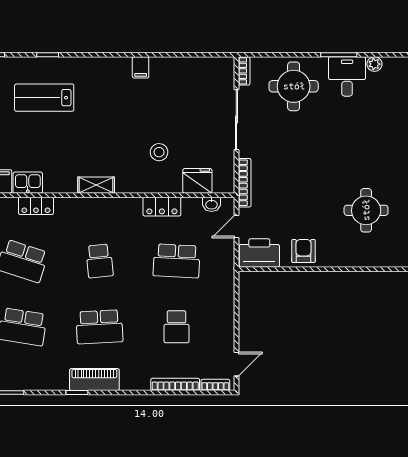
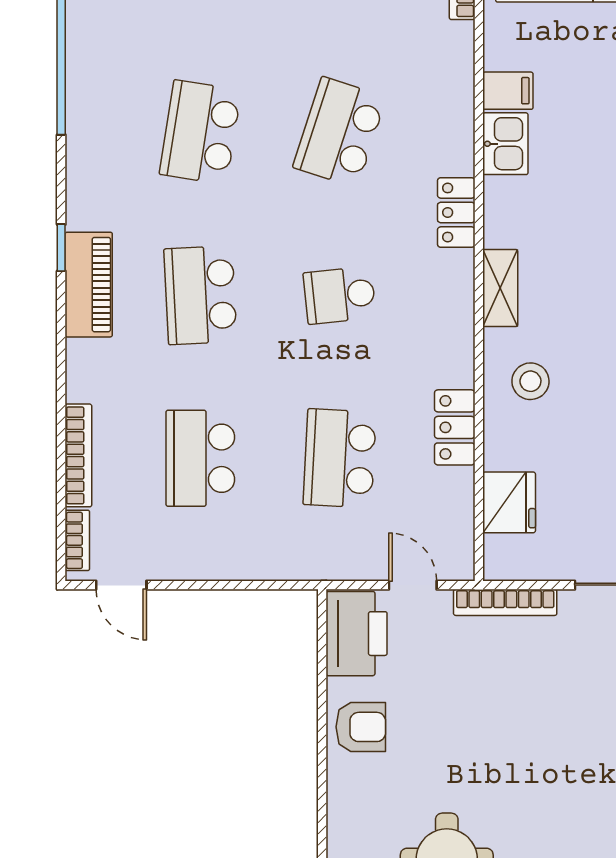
stool: (159, 152) -> (530, 381), moved
washbasin: (212, 204) -> (460, 532), removed
locker: (36, 206) -> (456, 212), moved
school desk: (177, 327) -> (200, 458), width x1.85

